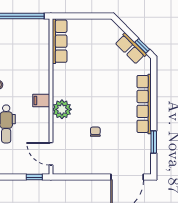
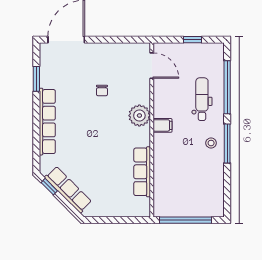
row of seats: (60, 41) -> (142, 172), moved
row of seats: (131, 49) -> (68, 190), width x1.48
window: (34, 177) -> (193, 40), moved

